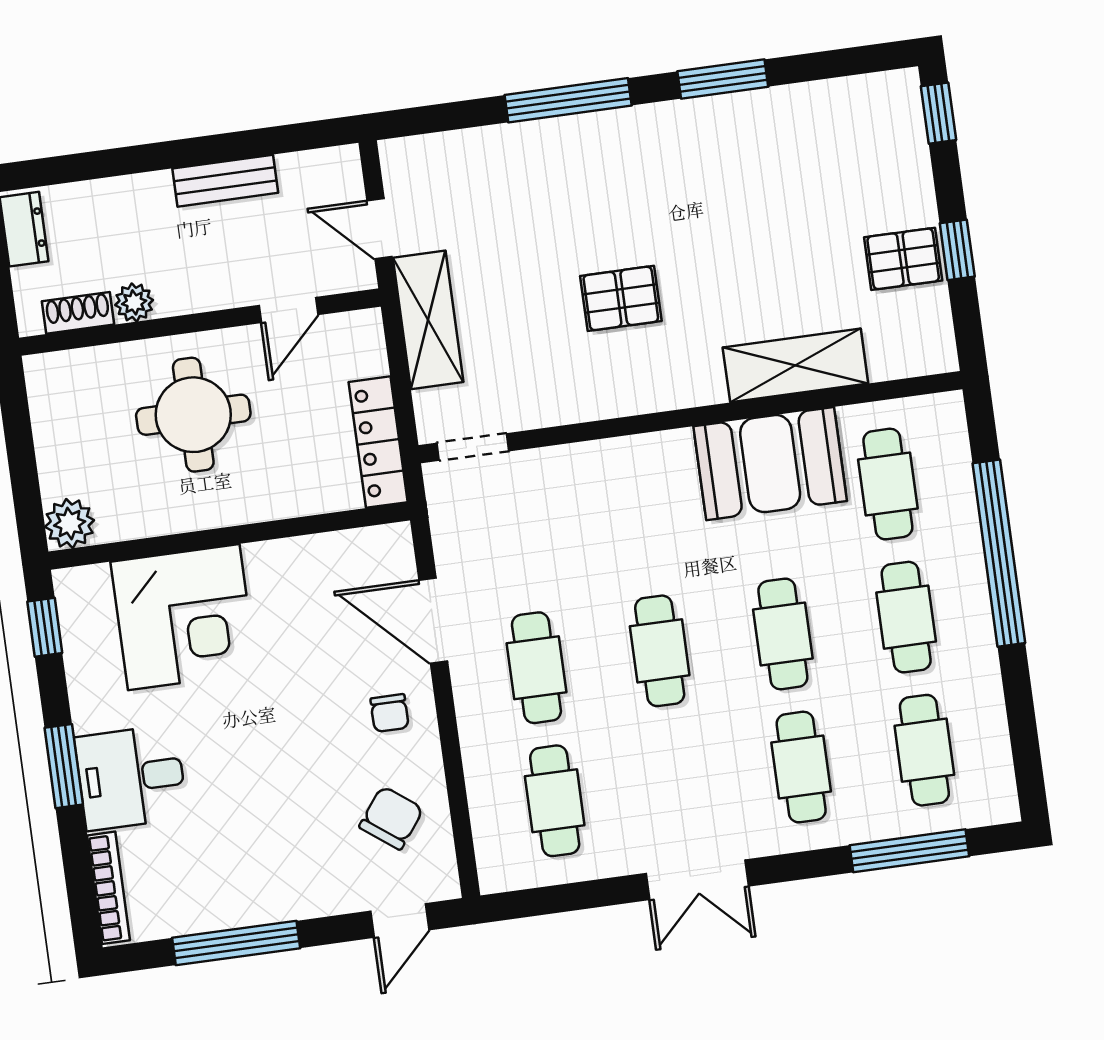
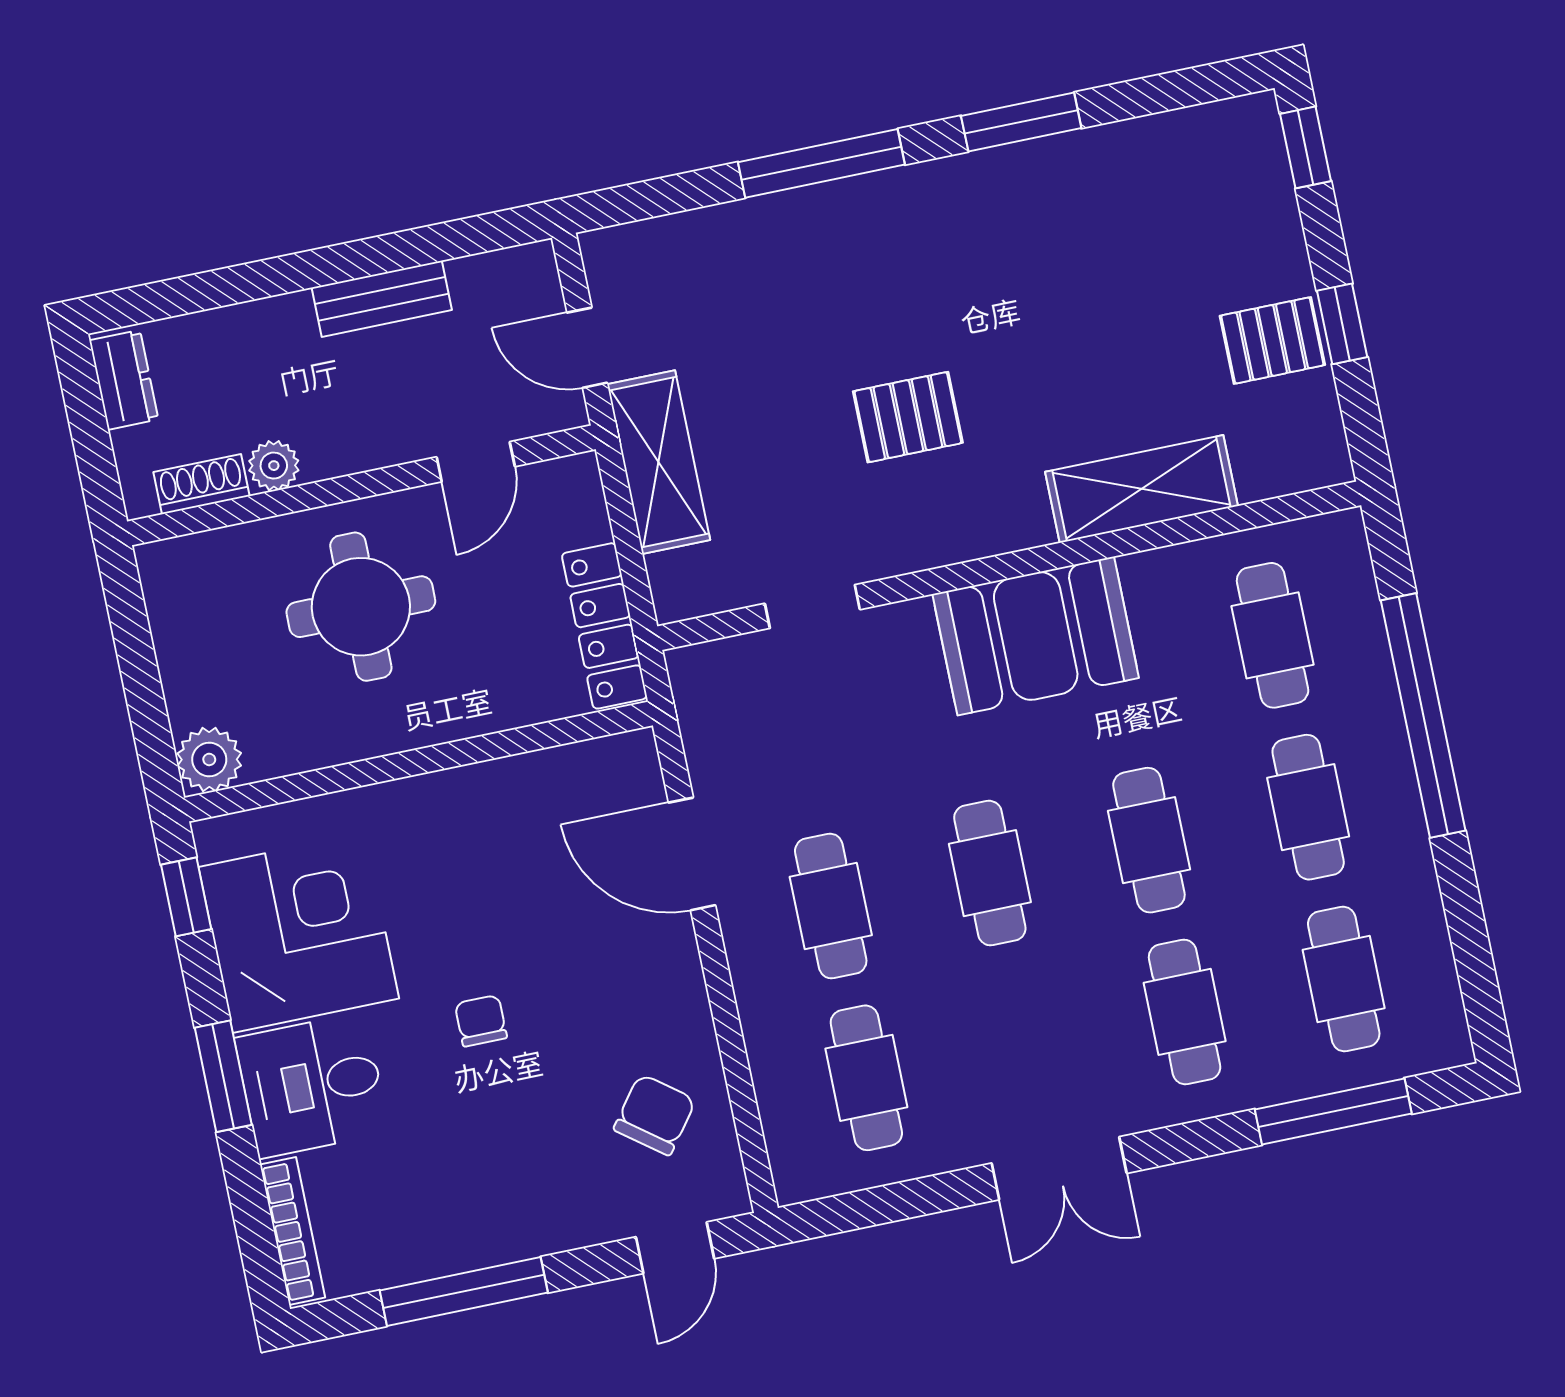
doorway: (473, 447) -> (812, 606), moved
booth: (770, 464) -> (1036, 636), moved
corner desk: (184, 617) -> (299, 933), moved, turned -90
chair: (390, 713) -> (481, 1021), moved, turned 180

